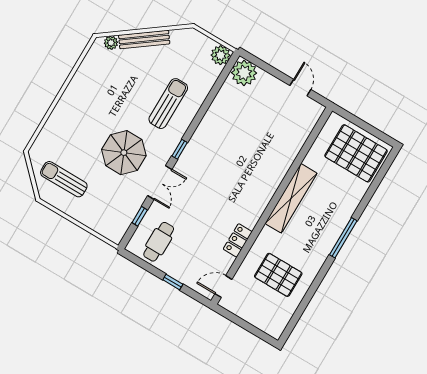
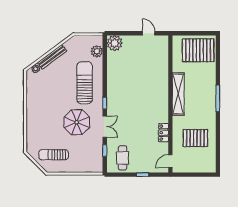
plant: (221, 55) -> (97, 51), moved
sun lounger: (168, 104) -> (85, 83), width x1.36, depth x1.34

